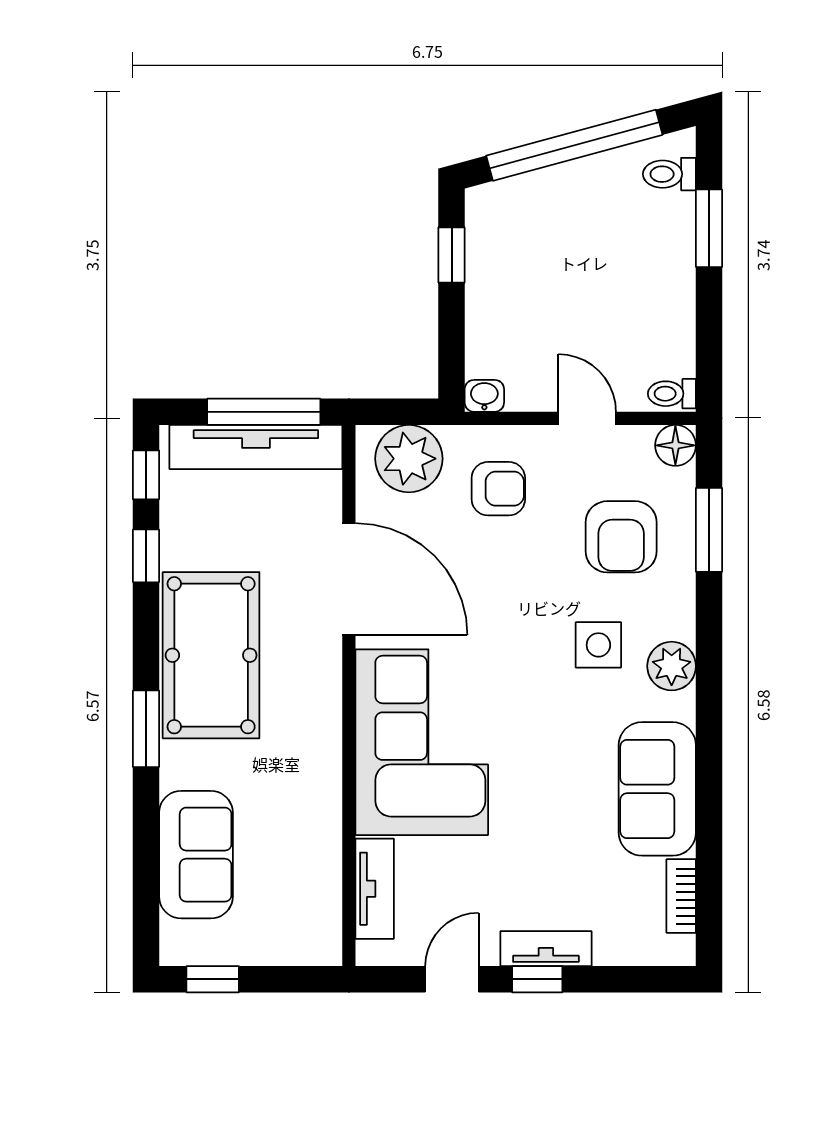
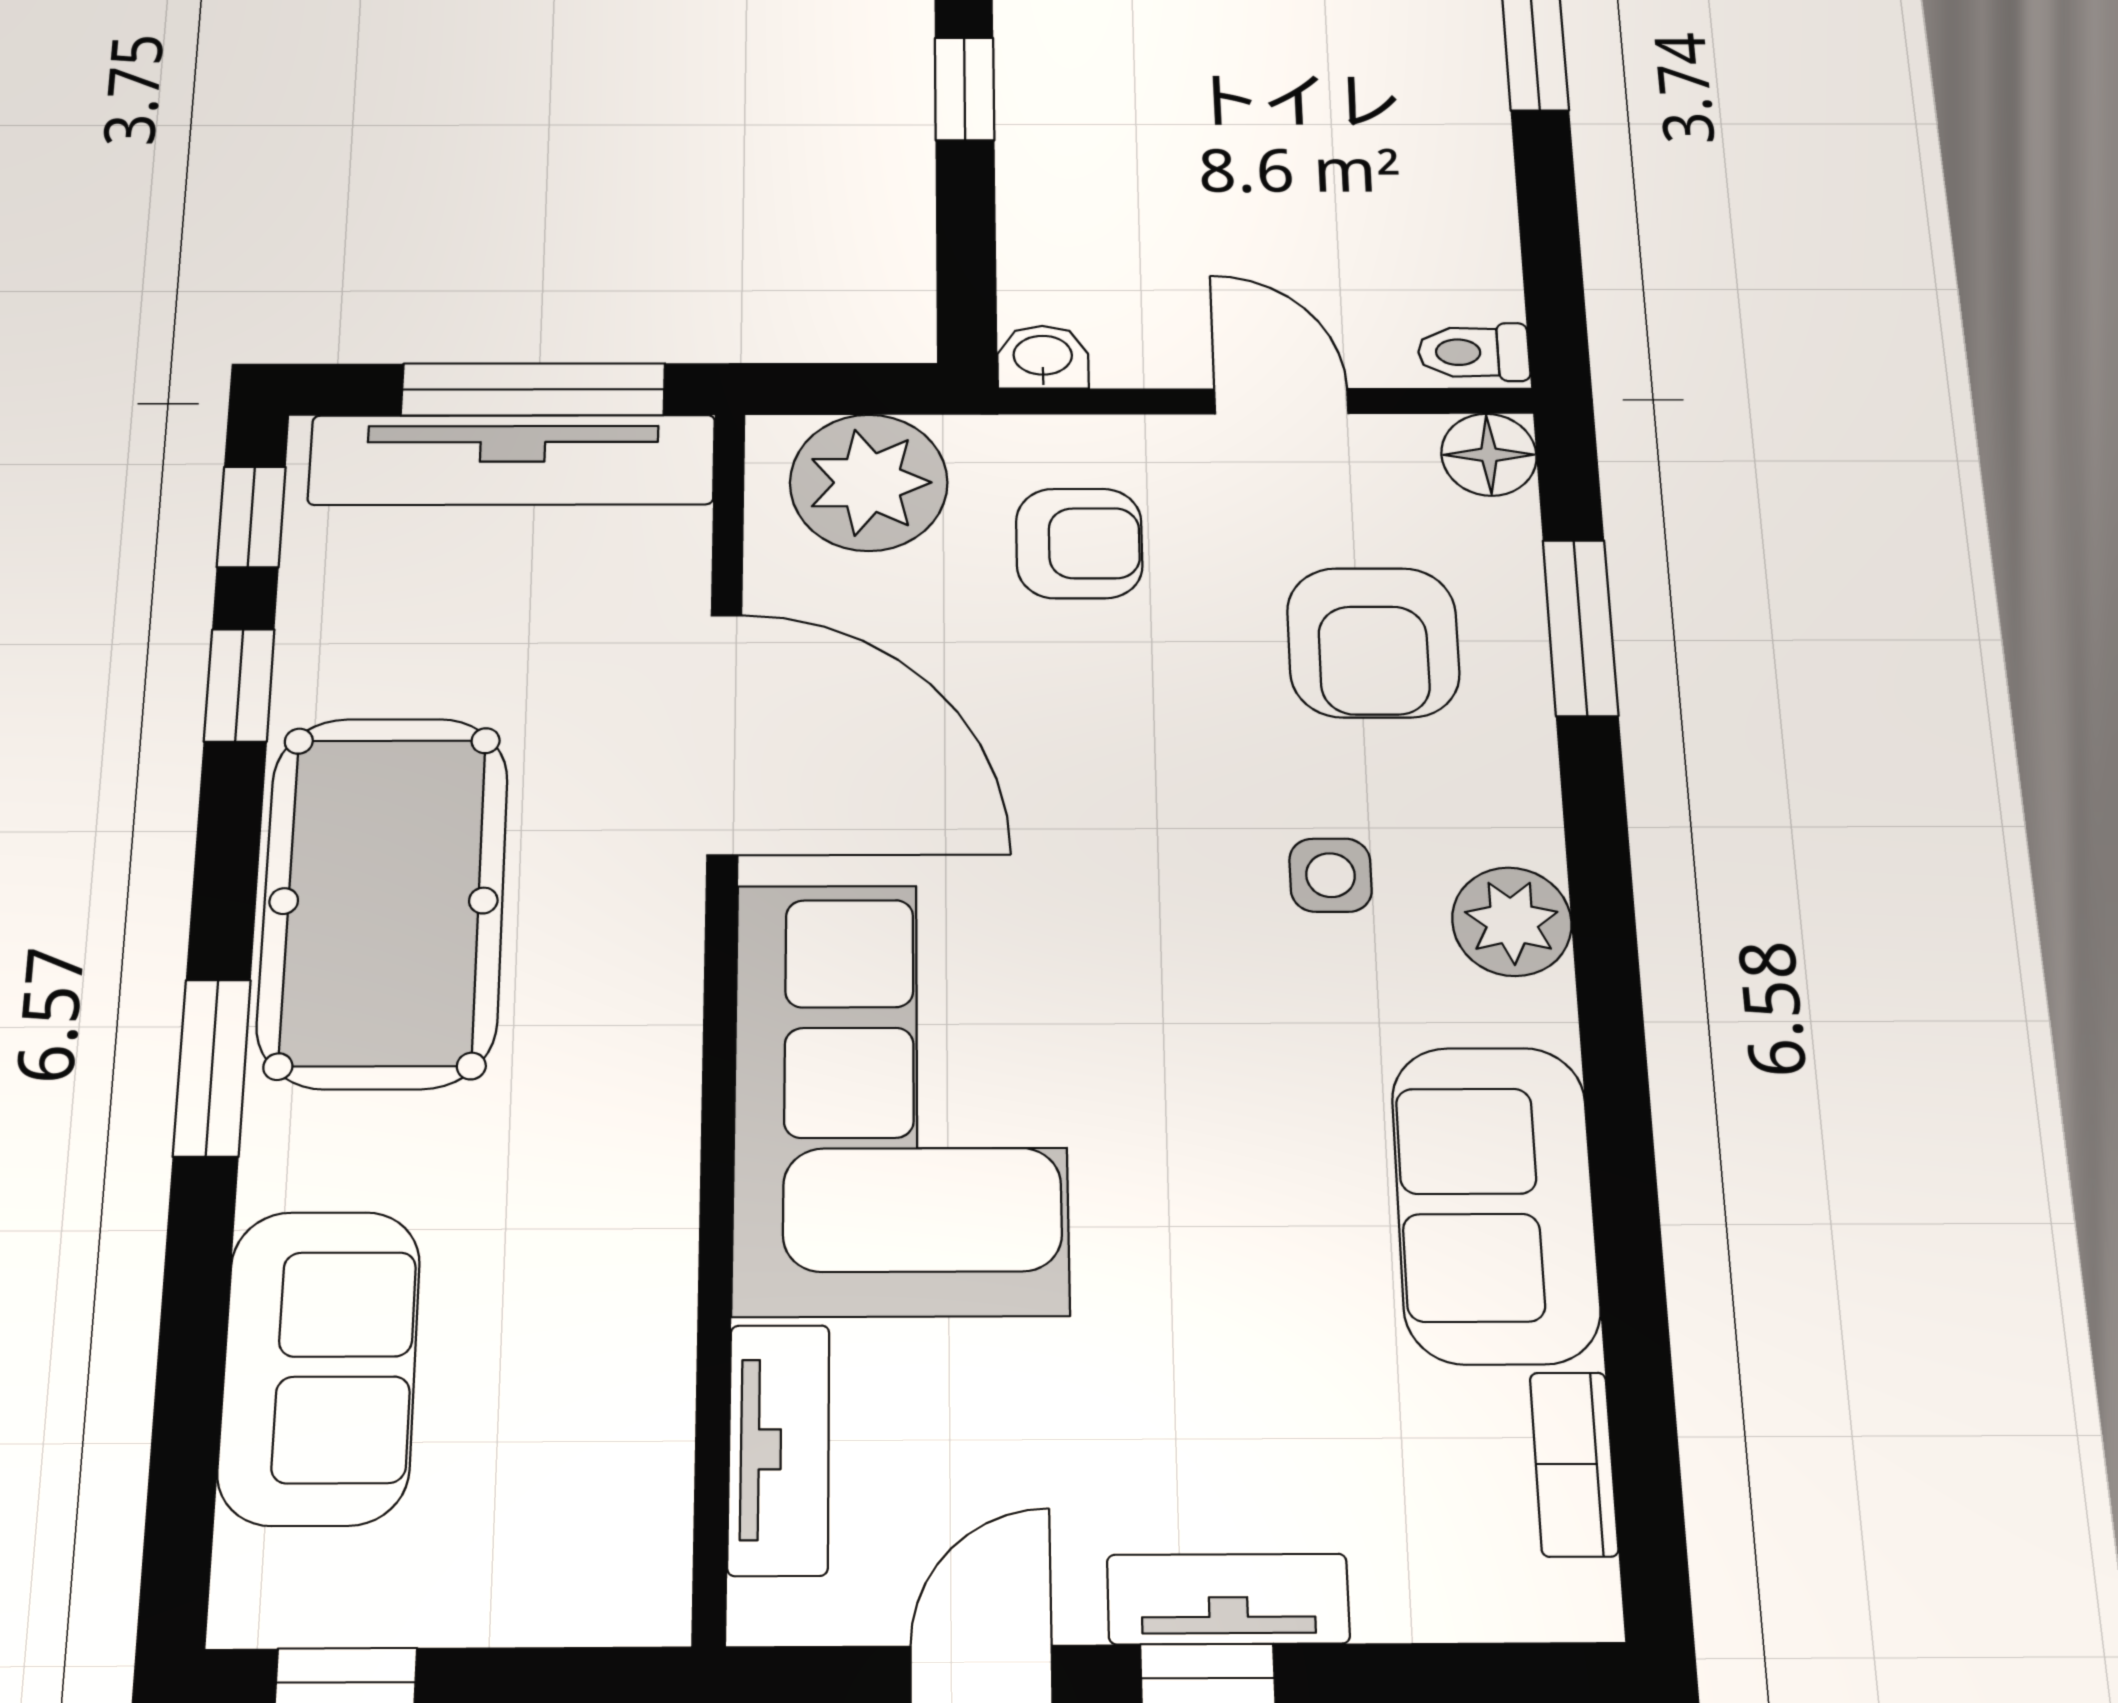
side table: (598, 645) -> (1330, 875), width x0.73, depth x0.73

